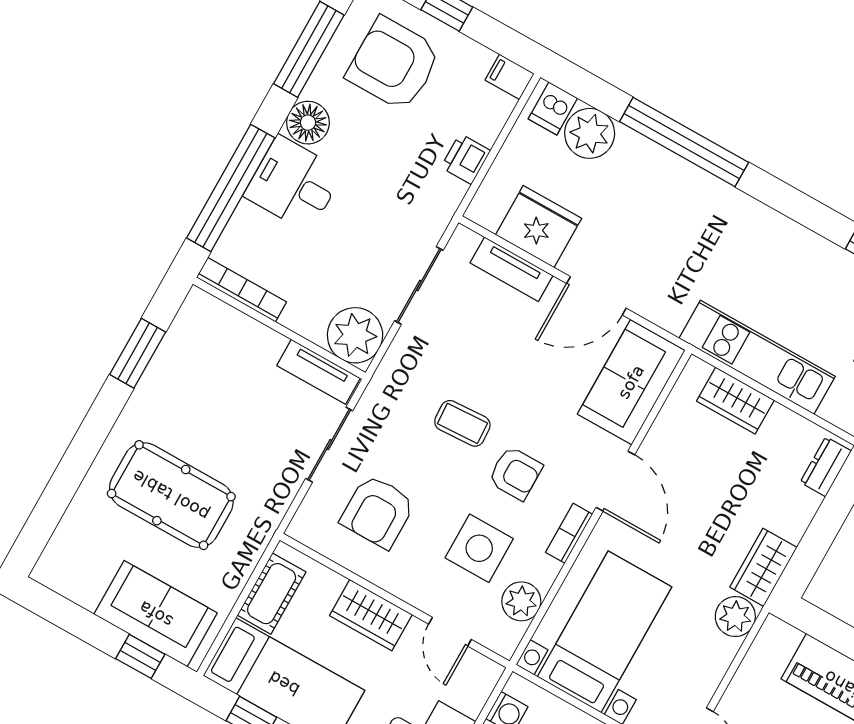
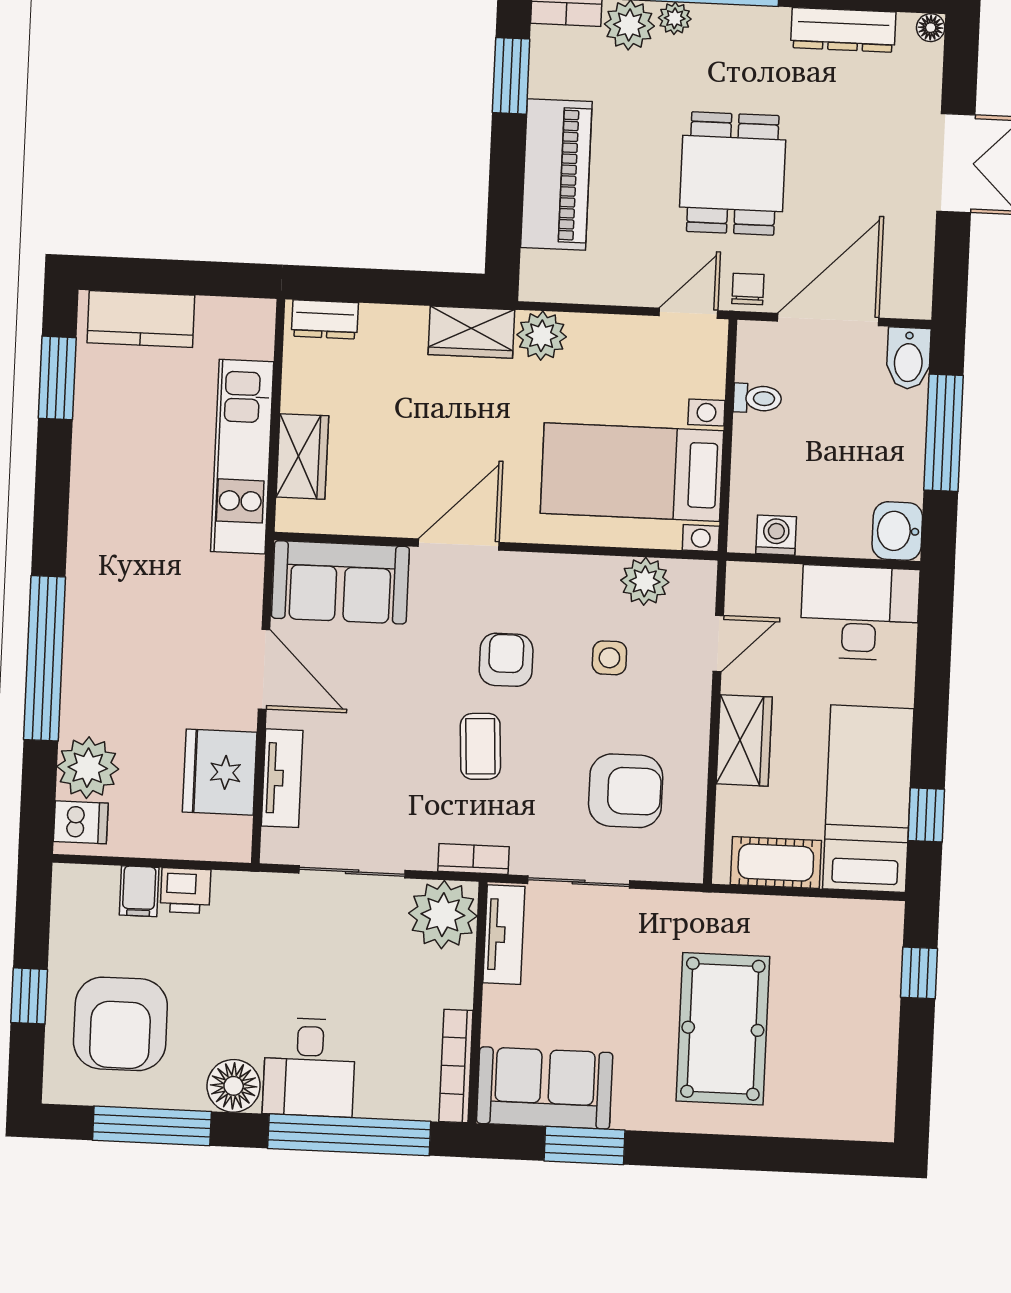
filing cabinet: (510, 77) -> (139, 891), moved
bookcase: (569, 533) -> (474, 859), moved, turned 180
side table: (479, 548) -> (609, 658), width x0.54, depth x0.54
sofa: (156, 614) -> (545, 1088), moved, turned 90

